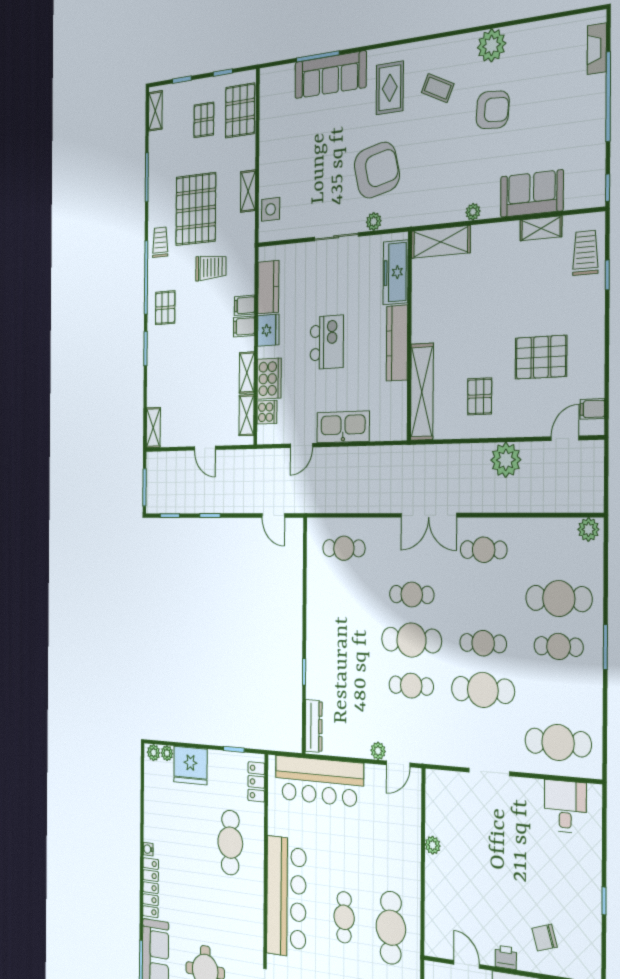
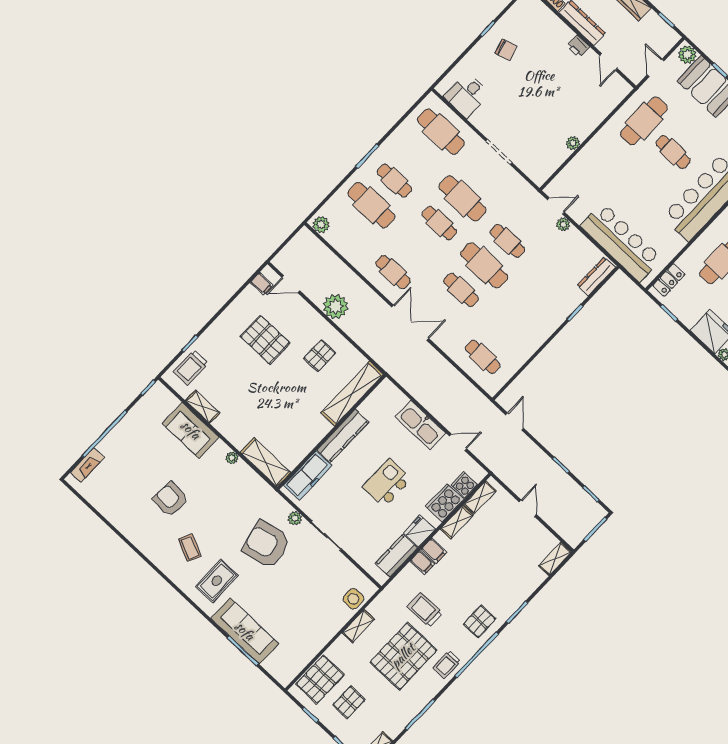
plant: (492, 45) -> (139, 534), removed
cafe table: (344, 917) -> (673, 152), turned 90
chair: (544, 938) -> (506, 50), moved

